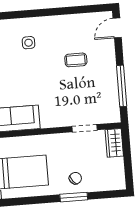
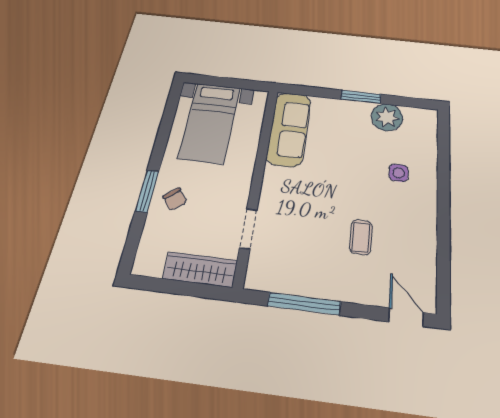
wardrobe: (114, 143) -> (200, 270), width x1.50

